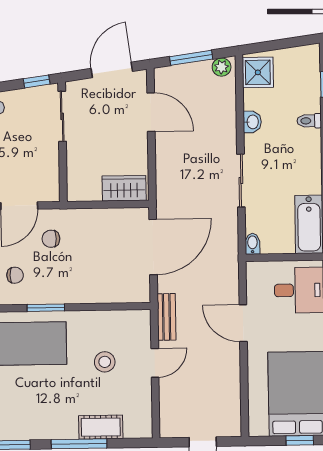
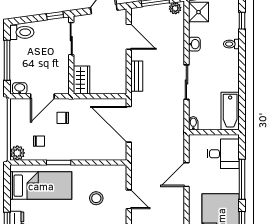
wardrobe: (124, 188) -> (82, 80), moved, turned 90
door: (153, 247) -> (129, 124), swing flipped
bench: (166, 317) -> (137, 76), moved
door: (243, 323) -> (186, 175), hinge flipped
door: (155, 363) -> (129, 199), hinge flipped

